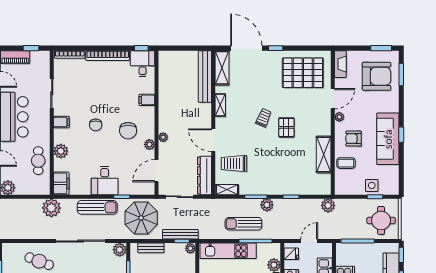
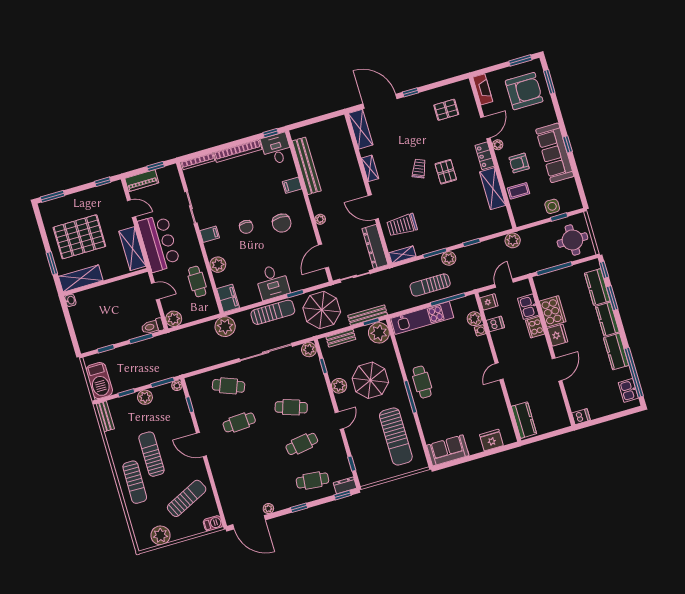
pallet: (303, 73) -> (446, 110), width x0.49, depth x0.50
bench: (205, 77) -> (307, 166), moved
locker: (325, 123) -> (485, 156), added
plant: (149, 144) -> (308, 231), removed
plant: (190, 248) -> (379, 333), width x1.87, depth x1.87

